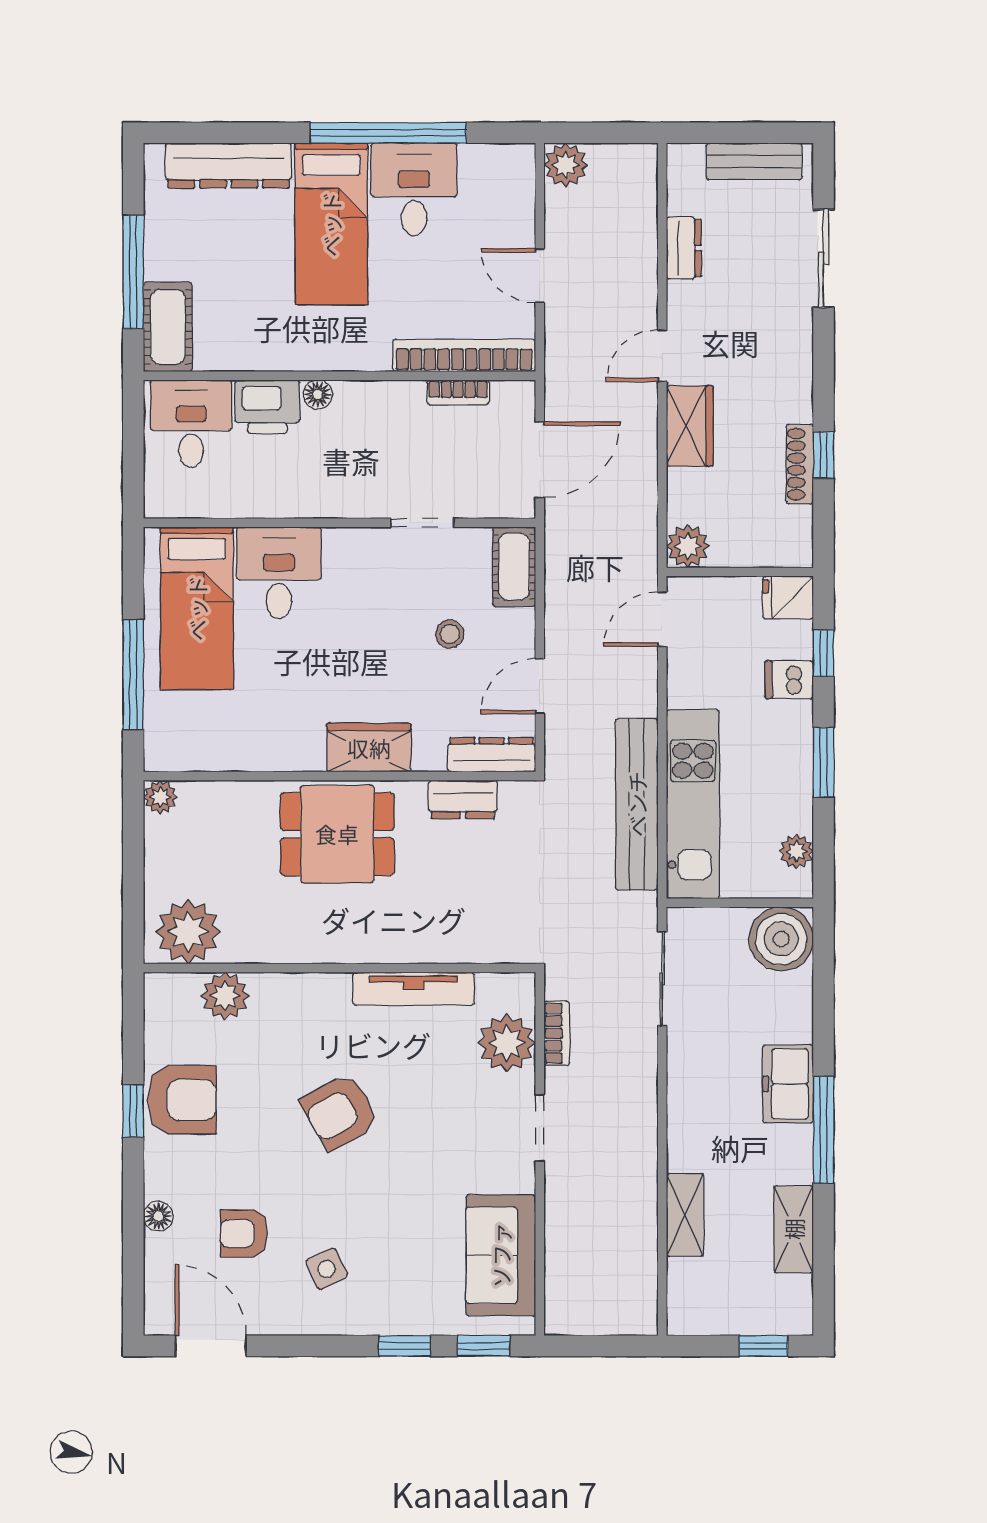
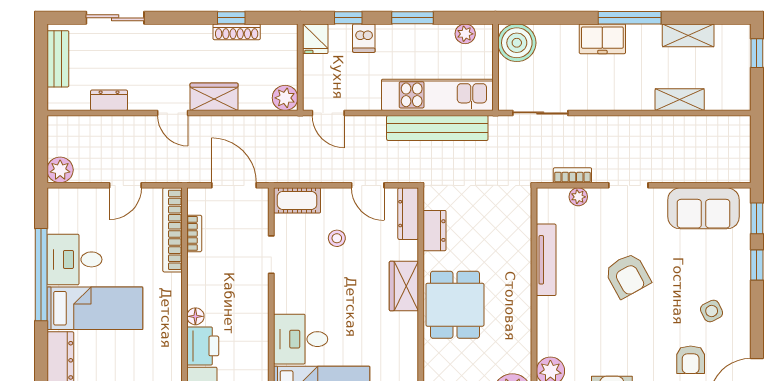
plant: (507, 1043) -> (578, 197), width x0.53, depth x0.53
armchair: (340, 1112) -> (628, 276), moved

